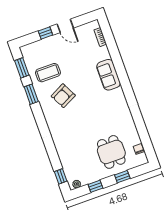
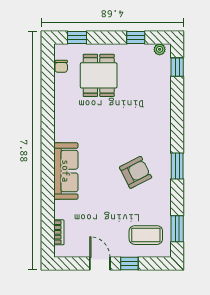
coffee table: (48, 73) -> (146, 235), moved
sofa: (108, 75) -> (66, 171), width x1.36
window: (31, 94) -> (177, 166), moved
window: (122, 177) -> (77, 38), moved

